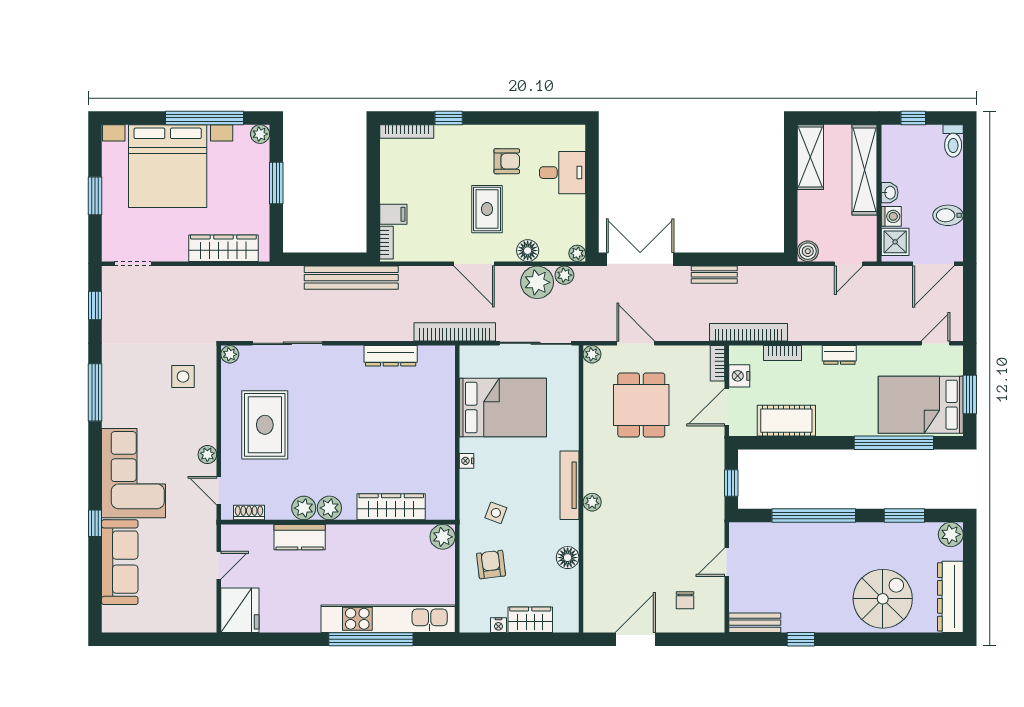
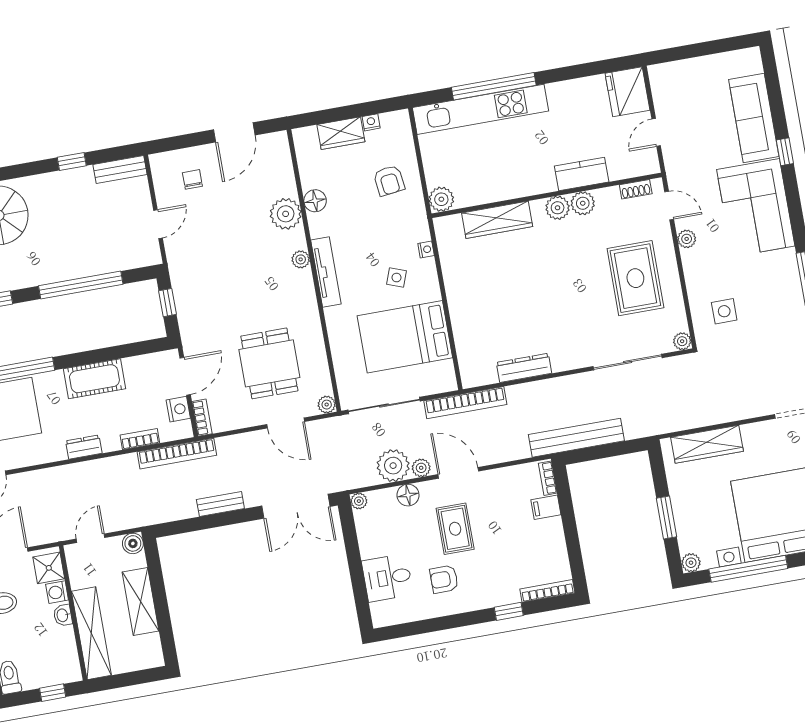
shelving: (810, 157) -> (141, 602), moved
plant: (564, 275) -> (421, 468), moved
cot: (786, 421) -> (94, 379), moved
nightstand: (467, 461) -> (426, 249), moved
side table: (496, 513) -> (396, 278), moved
plant: (599, 550) -> (286, 214), added

